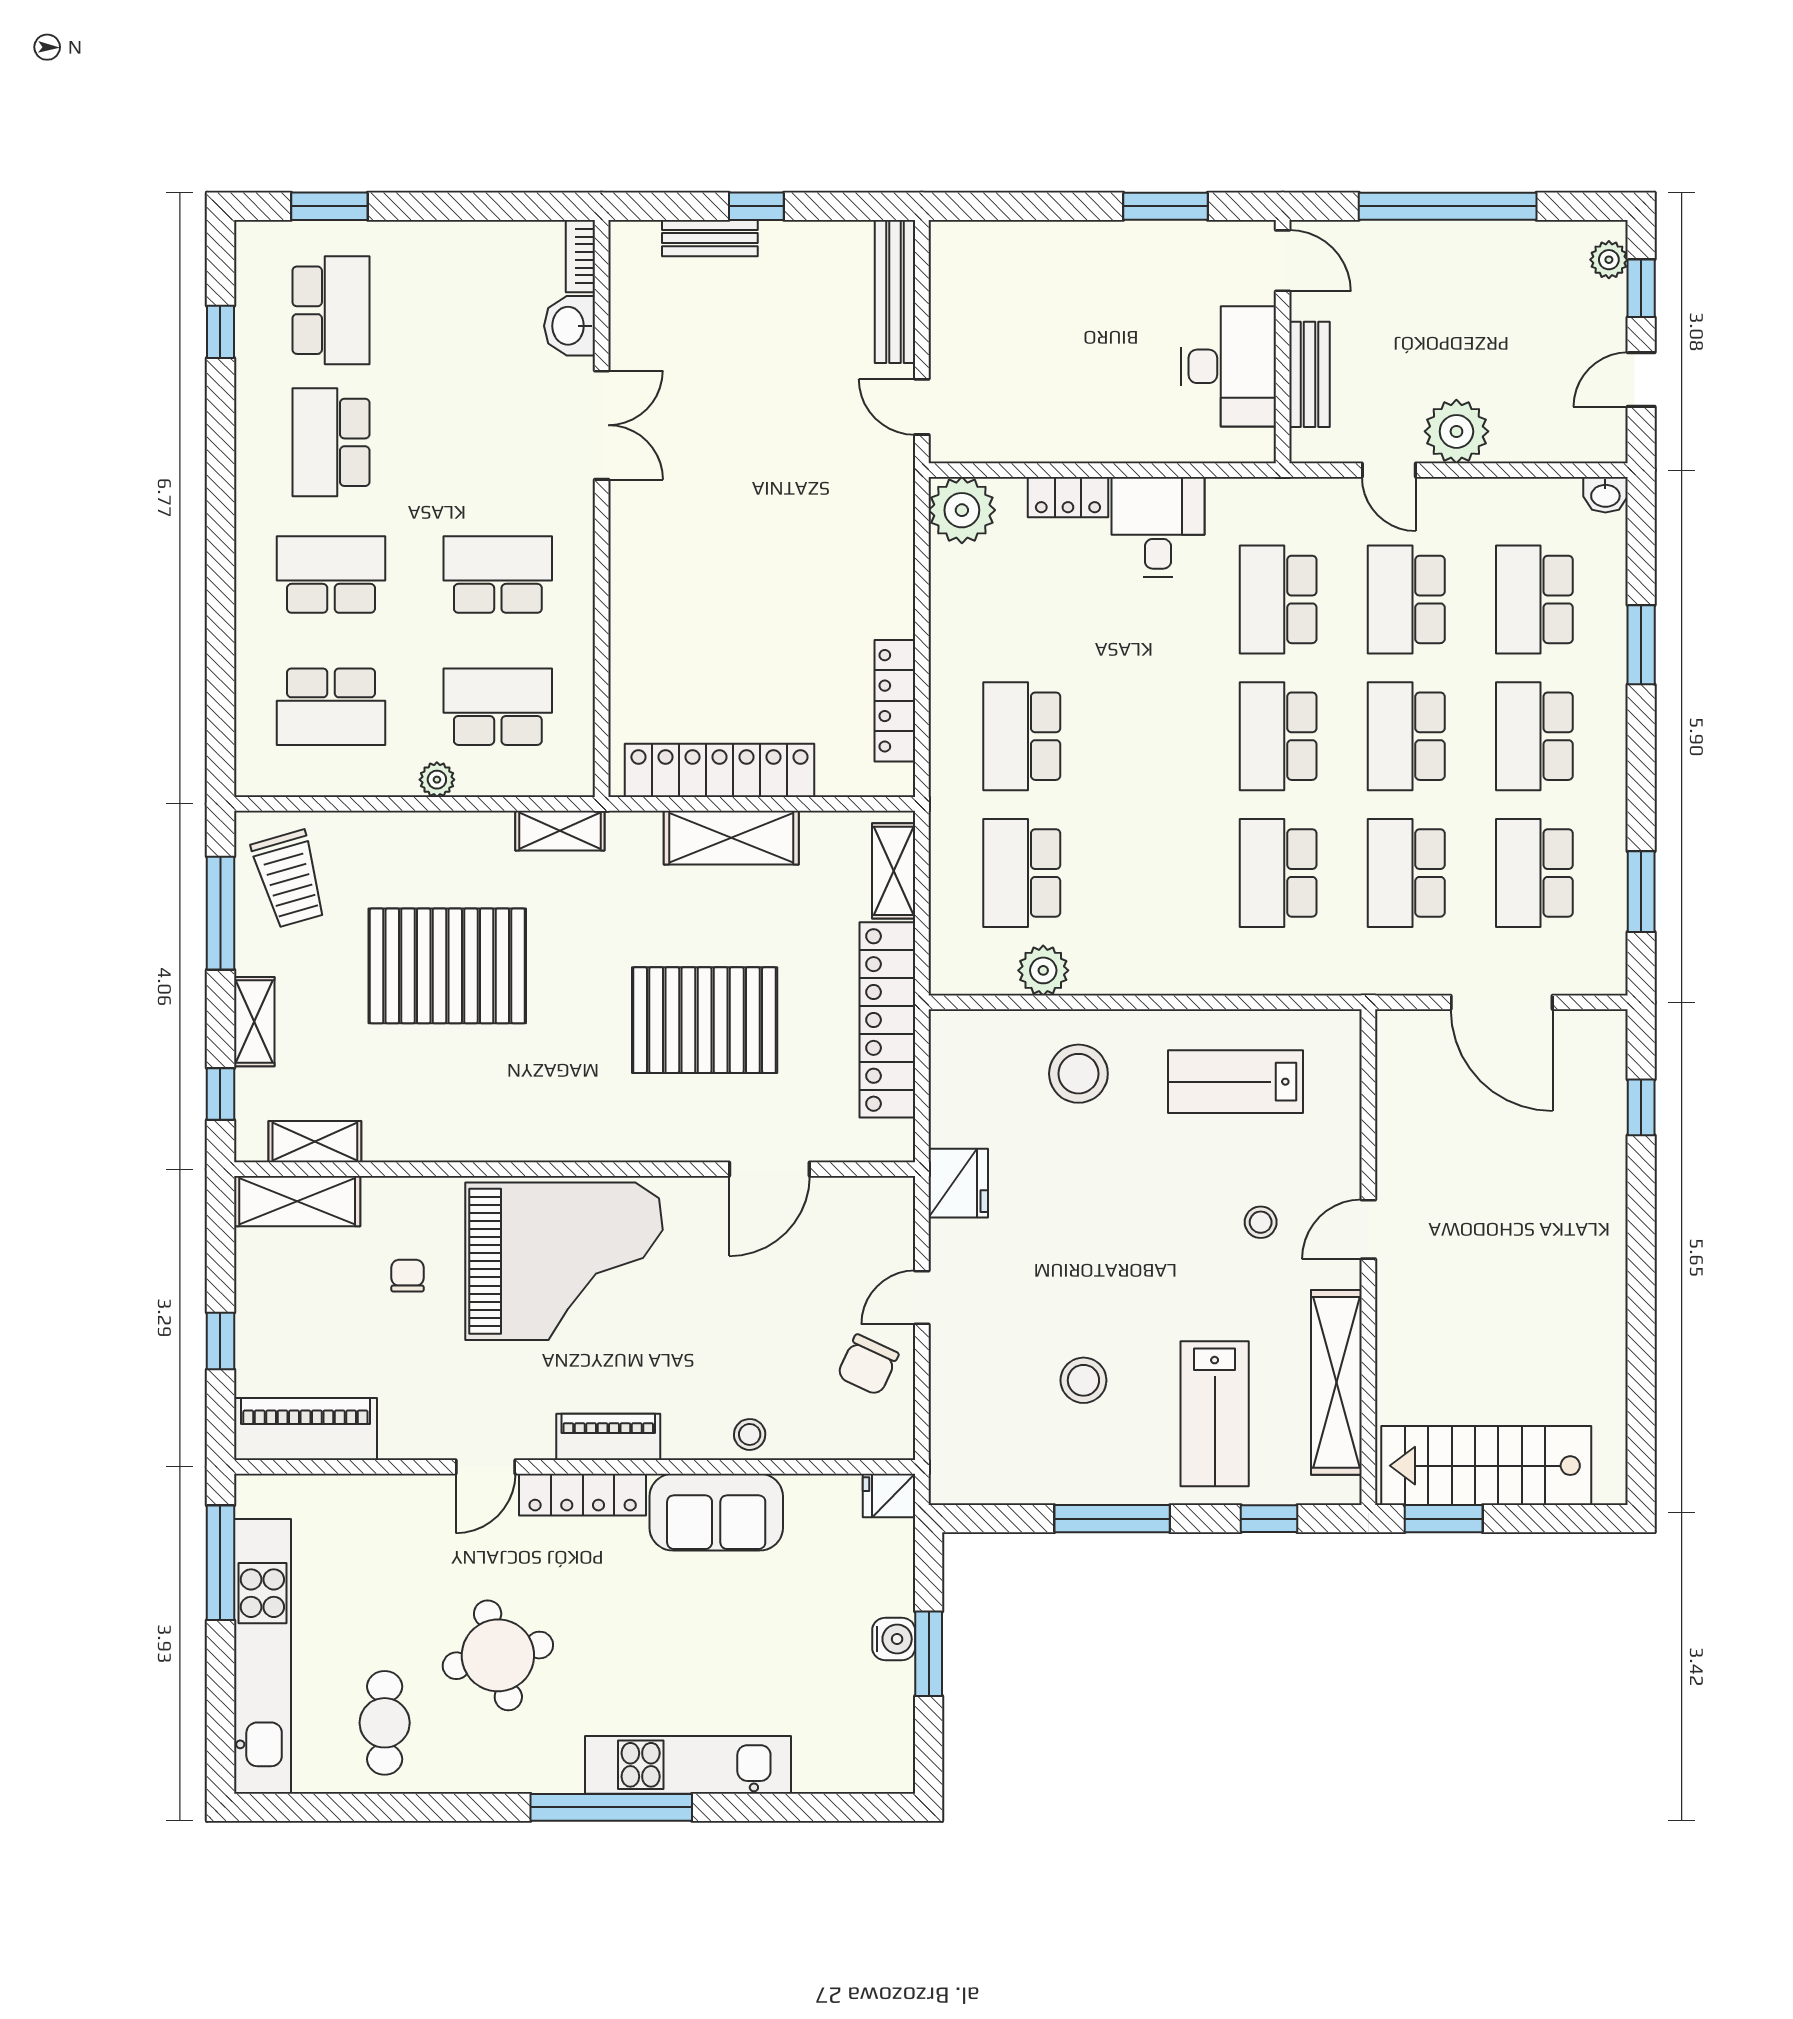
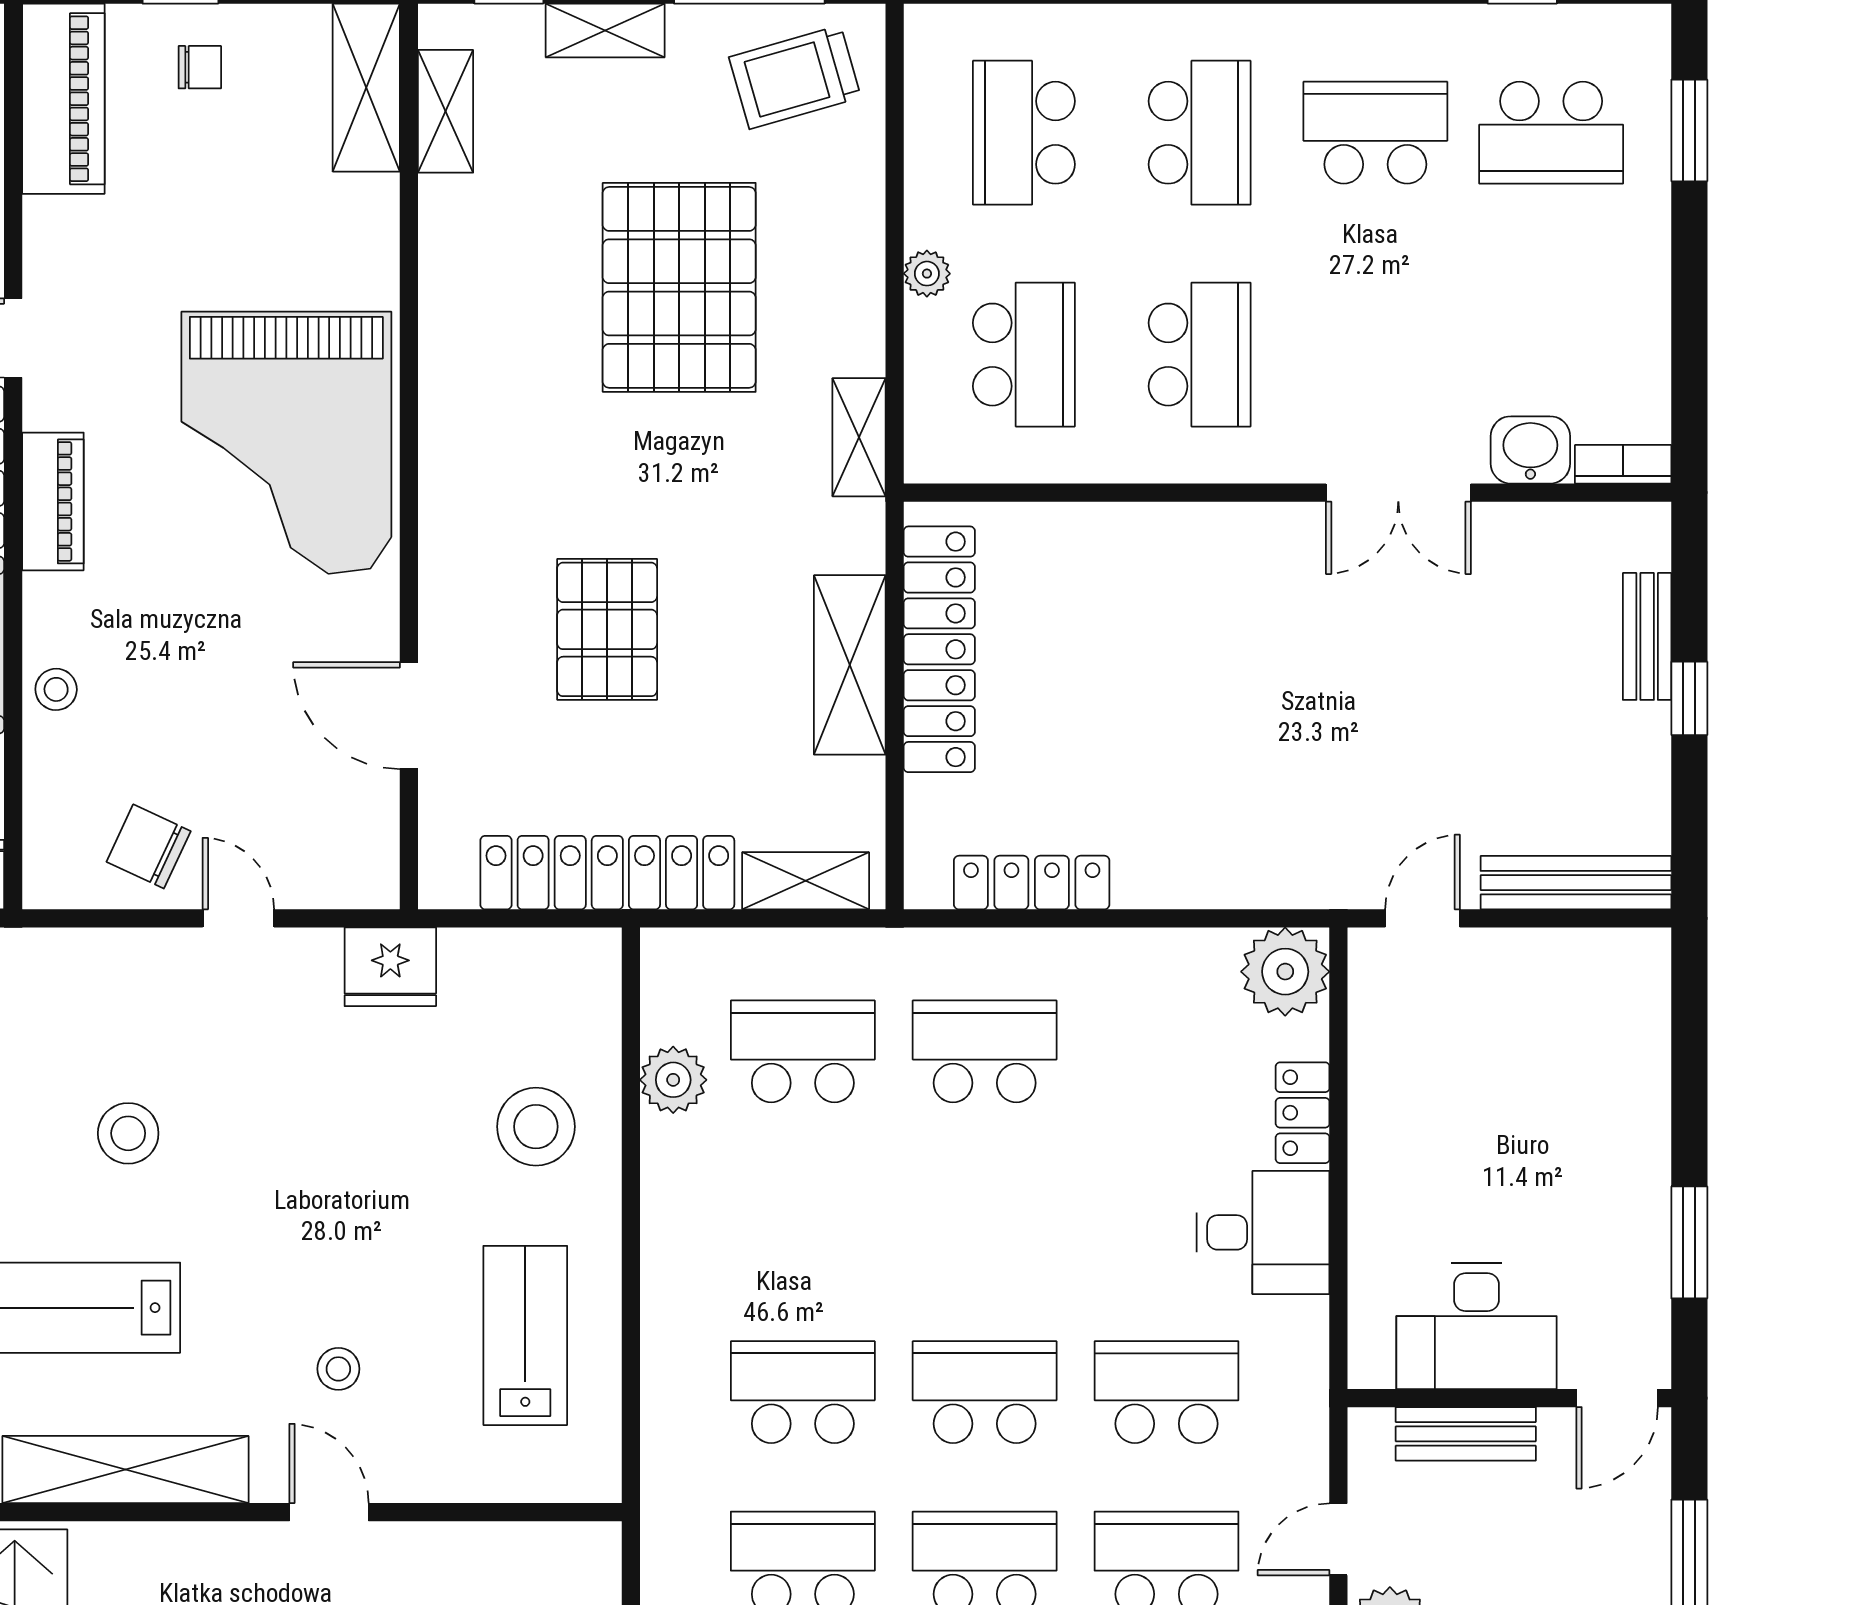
pallet: (705, 1020) -> (607, 629), width x0.73, depth x0.71
chair: (408, 1276) -> (200, 67), moved

